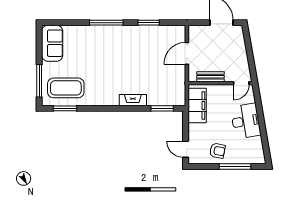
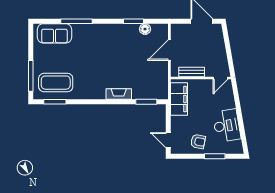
window: (106, 23) -> (76, 21), moved
floor lamp: (161, 31) -> (145, 29), added
sofa: (52, 43) -> (54, 33), moved, turned 90
desk: (246, 121) -> (227, 126), moved
window: (235, 166) -> (215, 156), width x0.69

